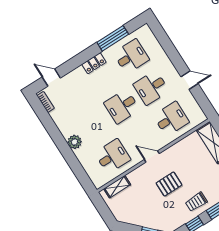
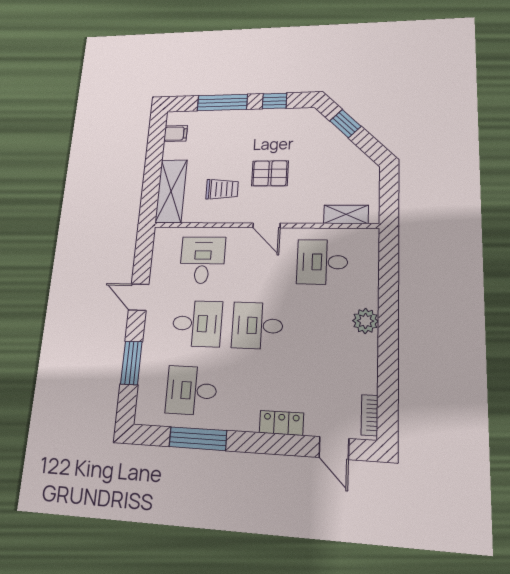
window: (169, 48) -> (131, 363), added
locker: (94, 63) -> (281, 423), moved
desk: (122, 106) -> (257, 326), turned 180
desk: (171, 119) -> (202, 260), turned 90
trolley: (196, 202) -> (222, 189), moved

